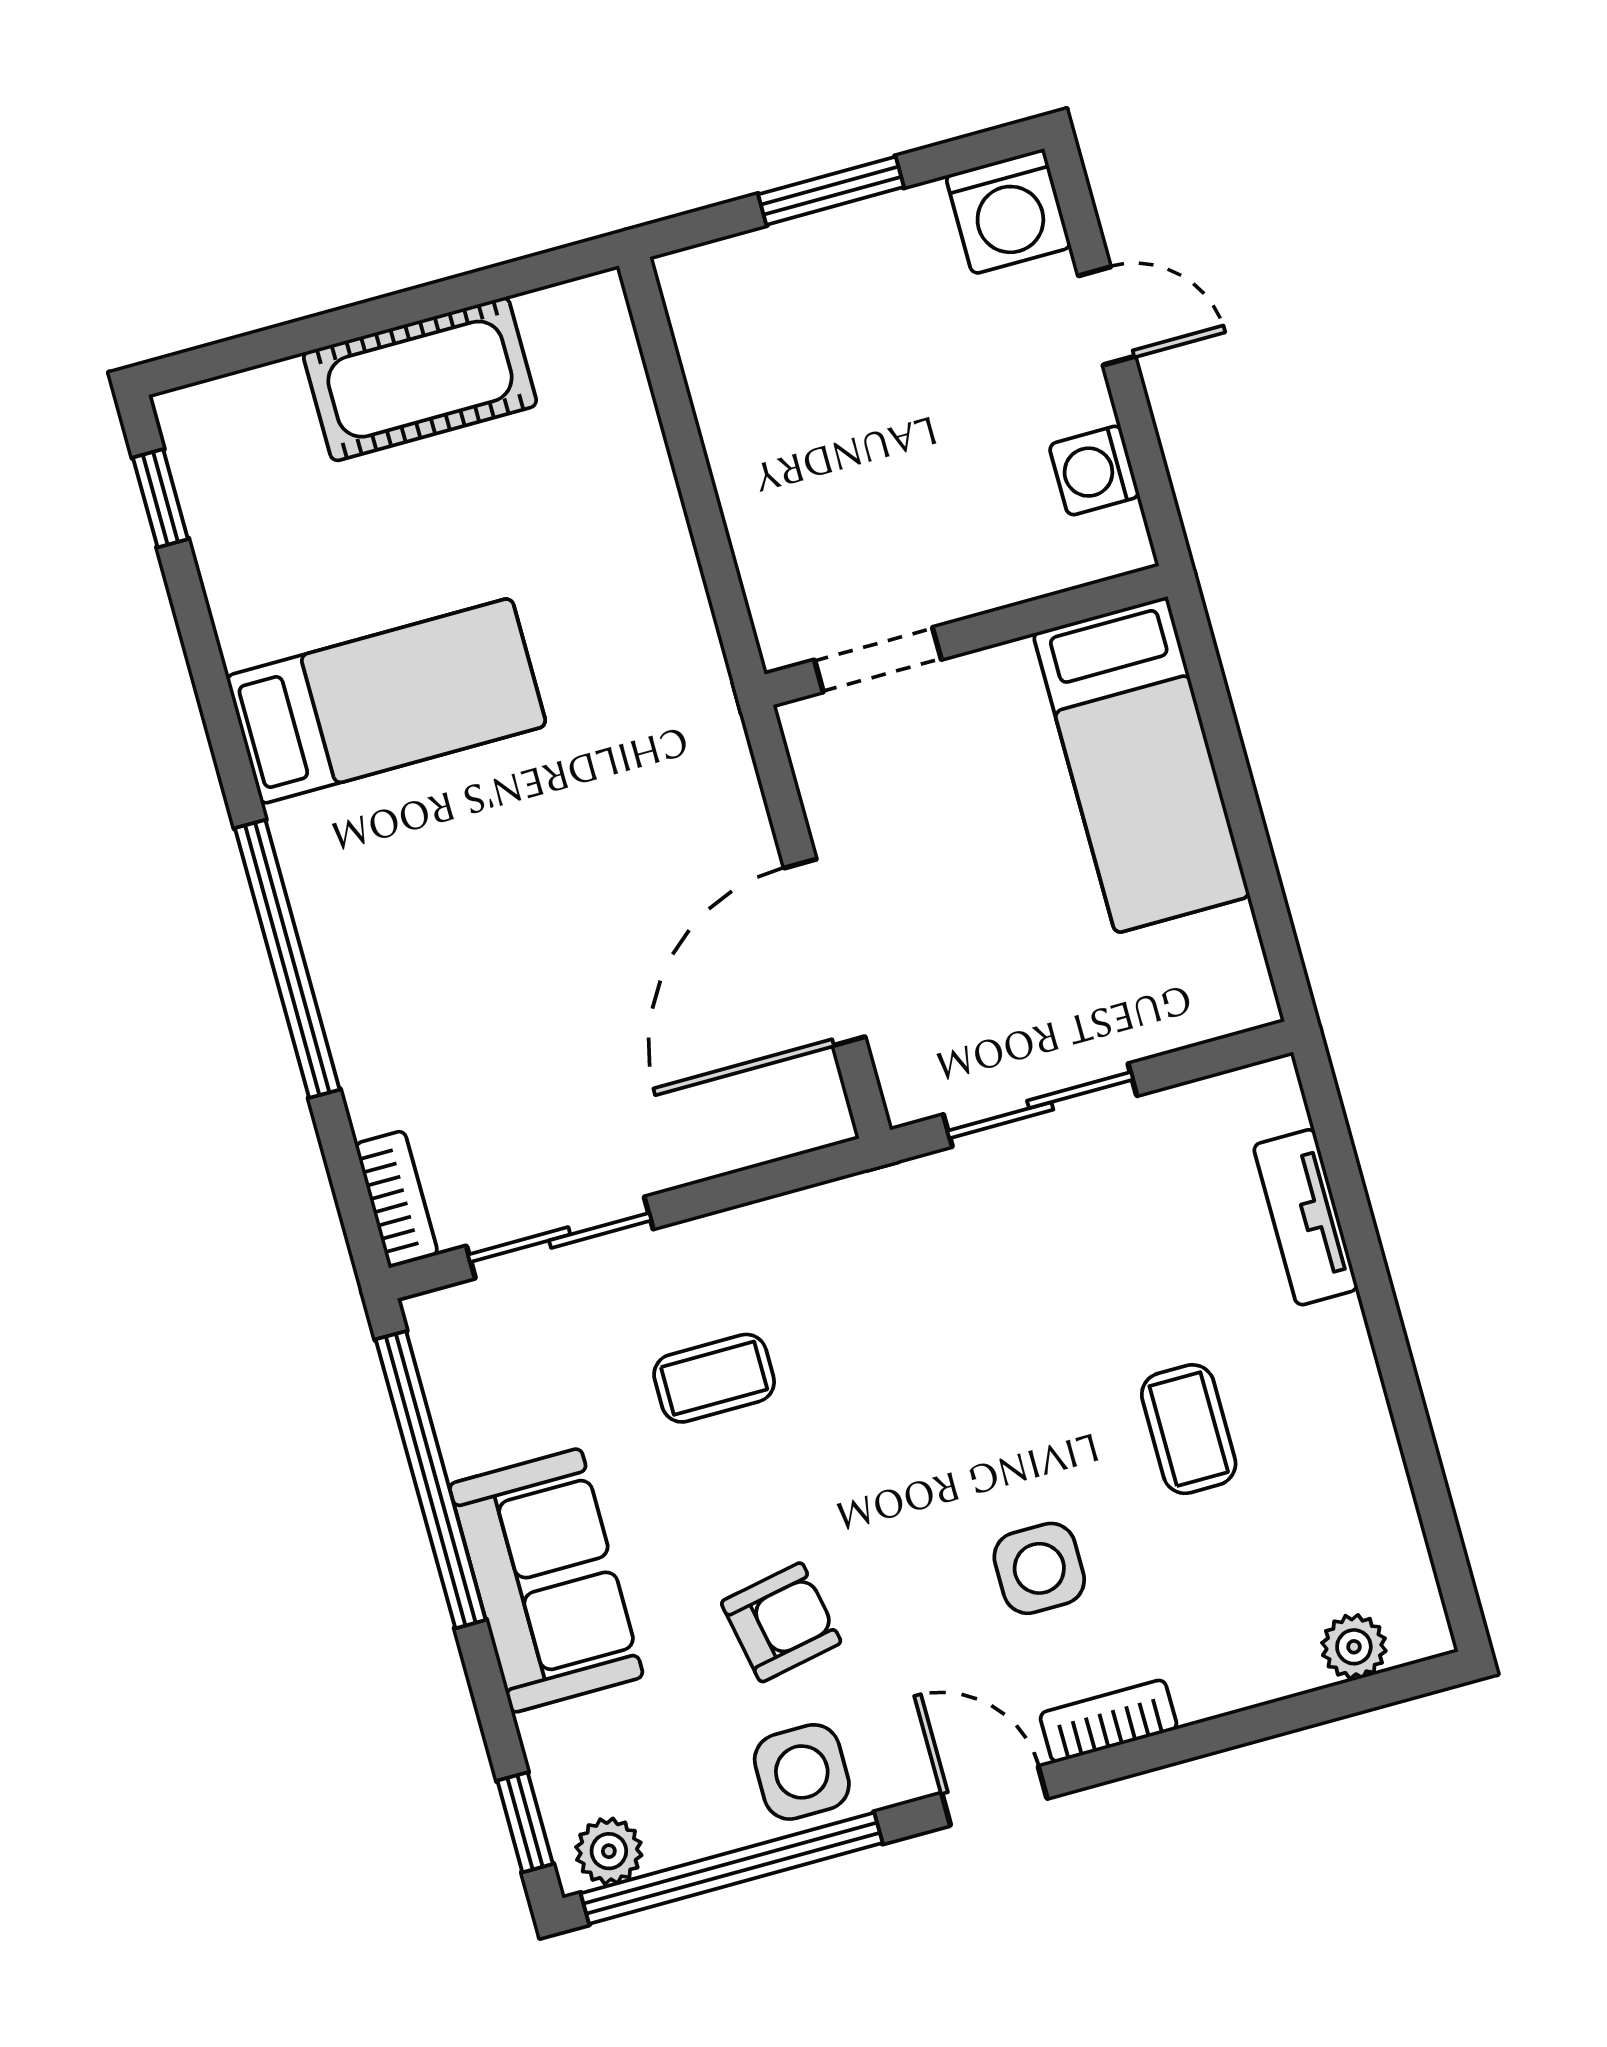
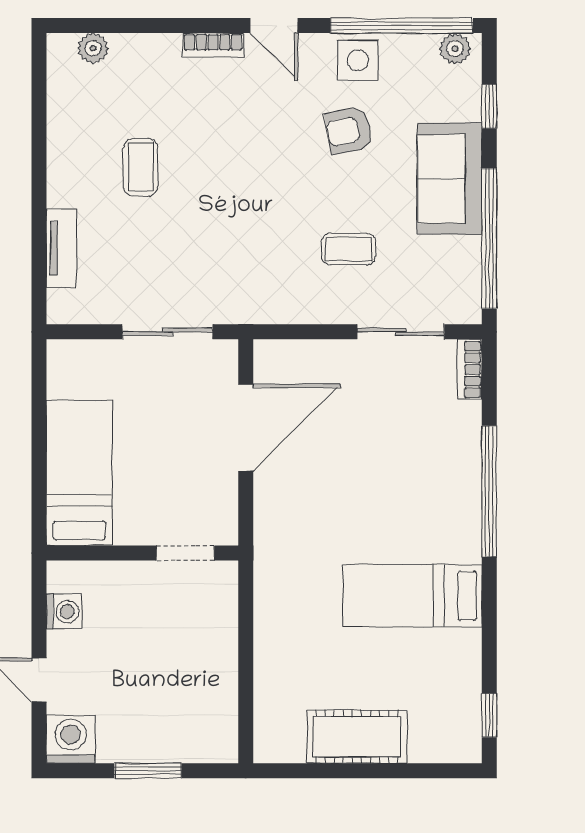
side table: (1039, 1568) -> (225, 123), removed
window: (525, 1822) -> (489, 106), moved

